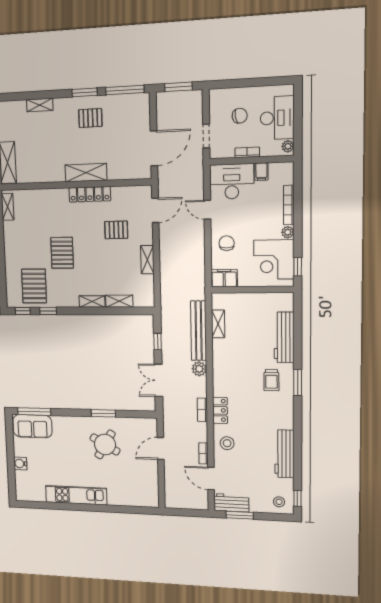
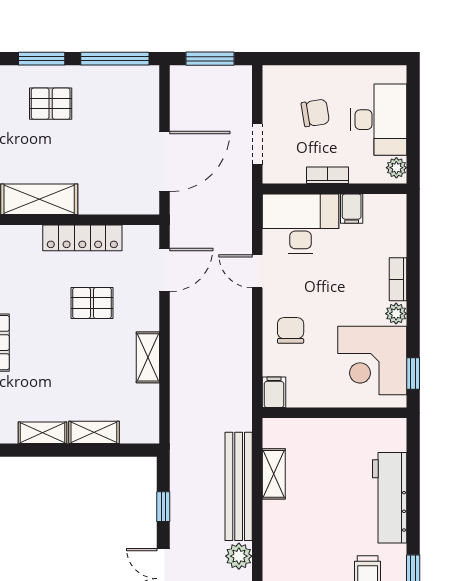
locker: (90, 194) -> (82, 238), moved
bookcase: (289, 205) -> (398, 279), width x0.64
filing cabinet: (224, 278) -> (274, 392), width x0.50

